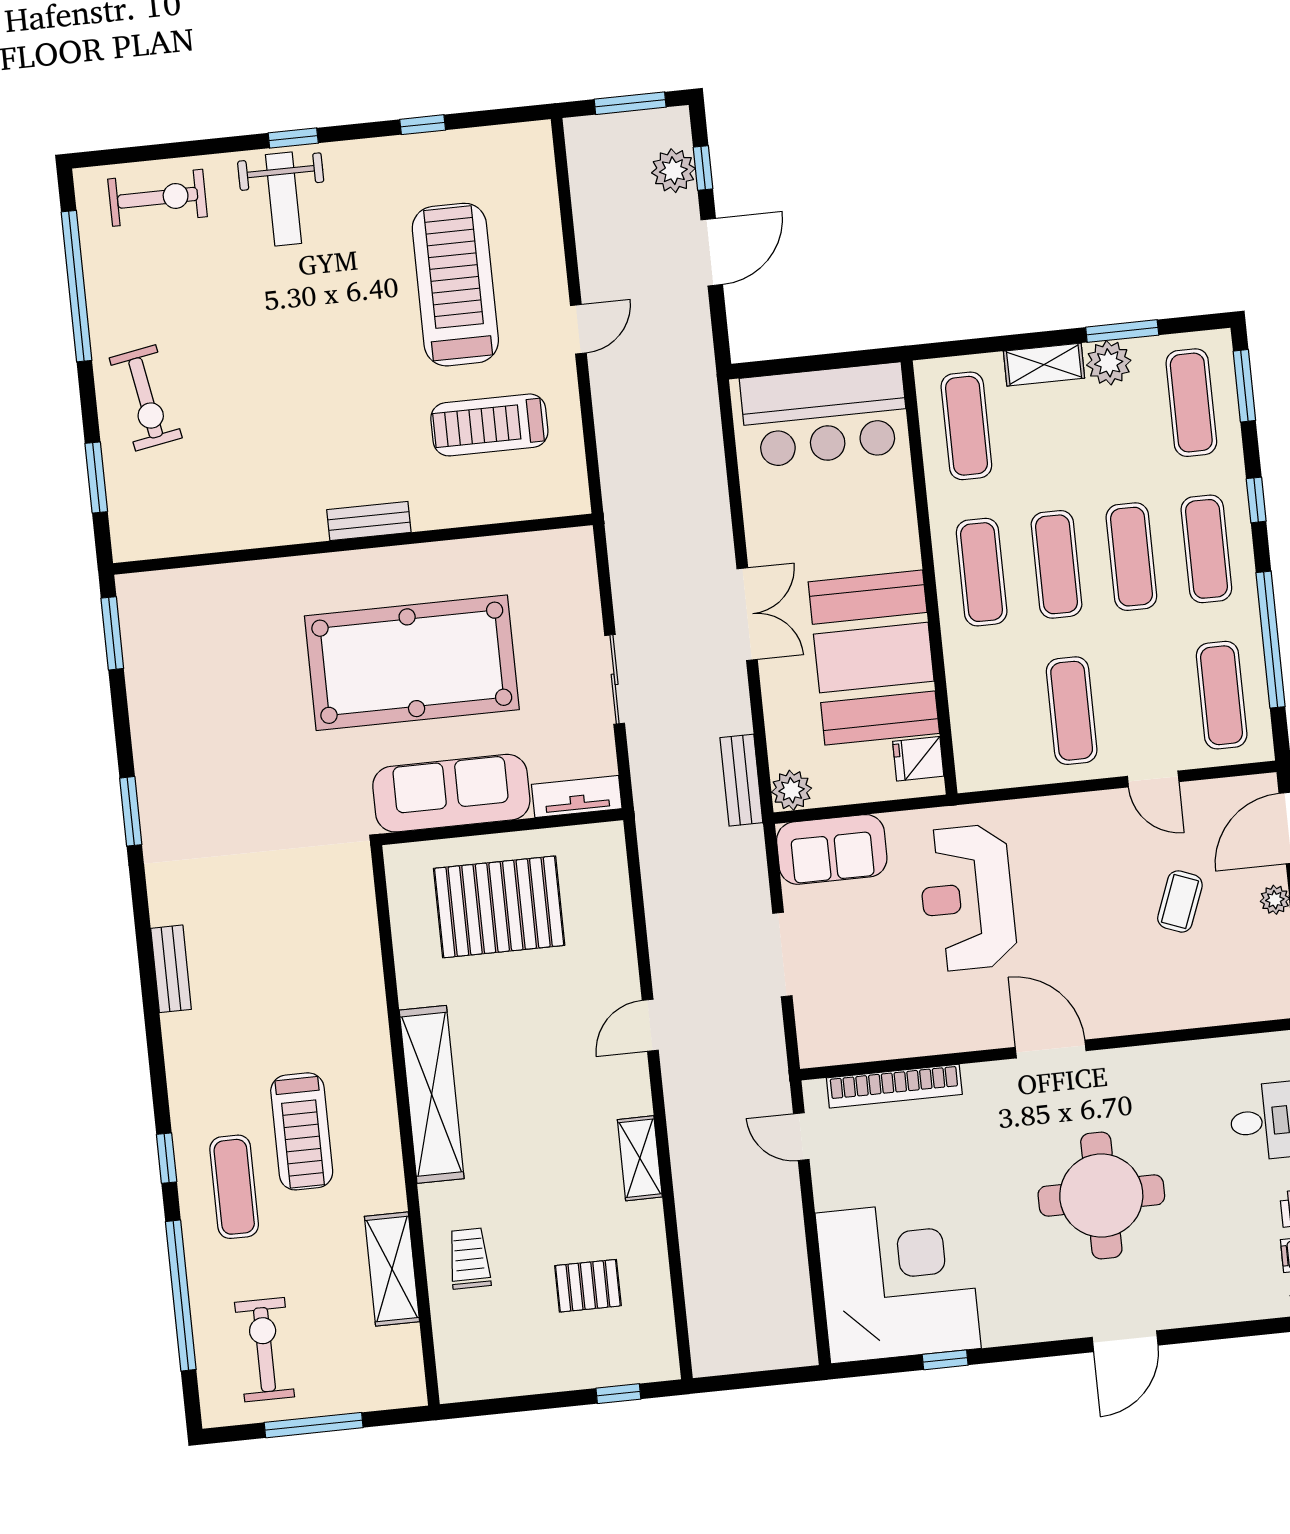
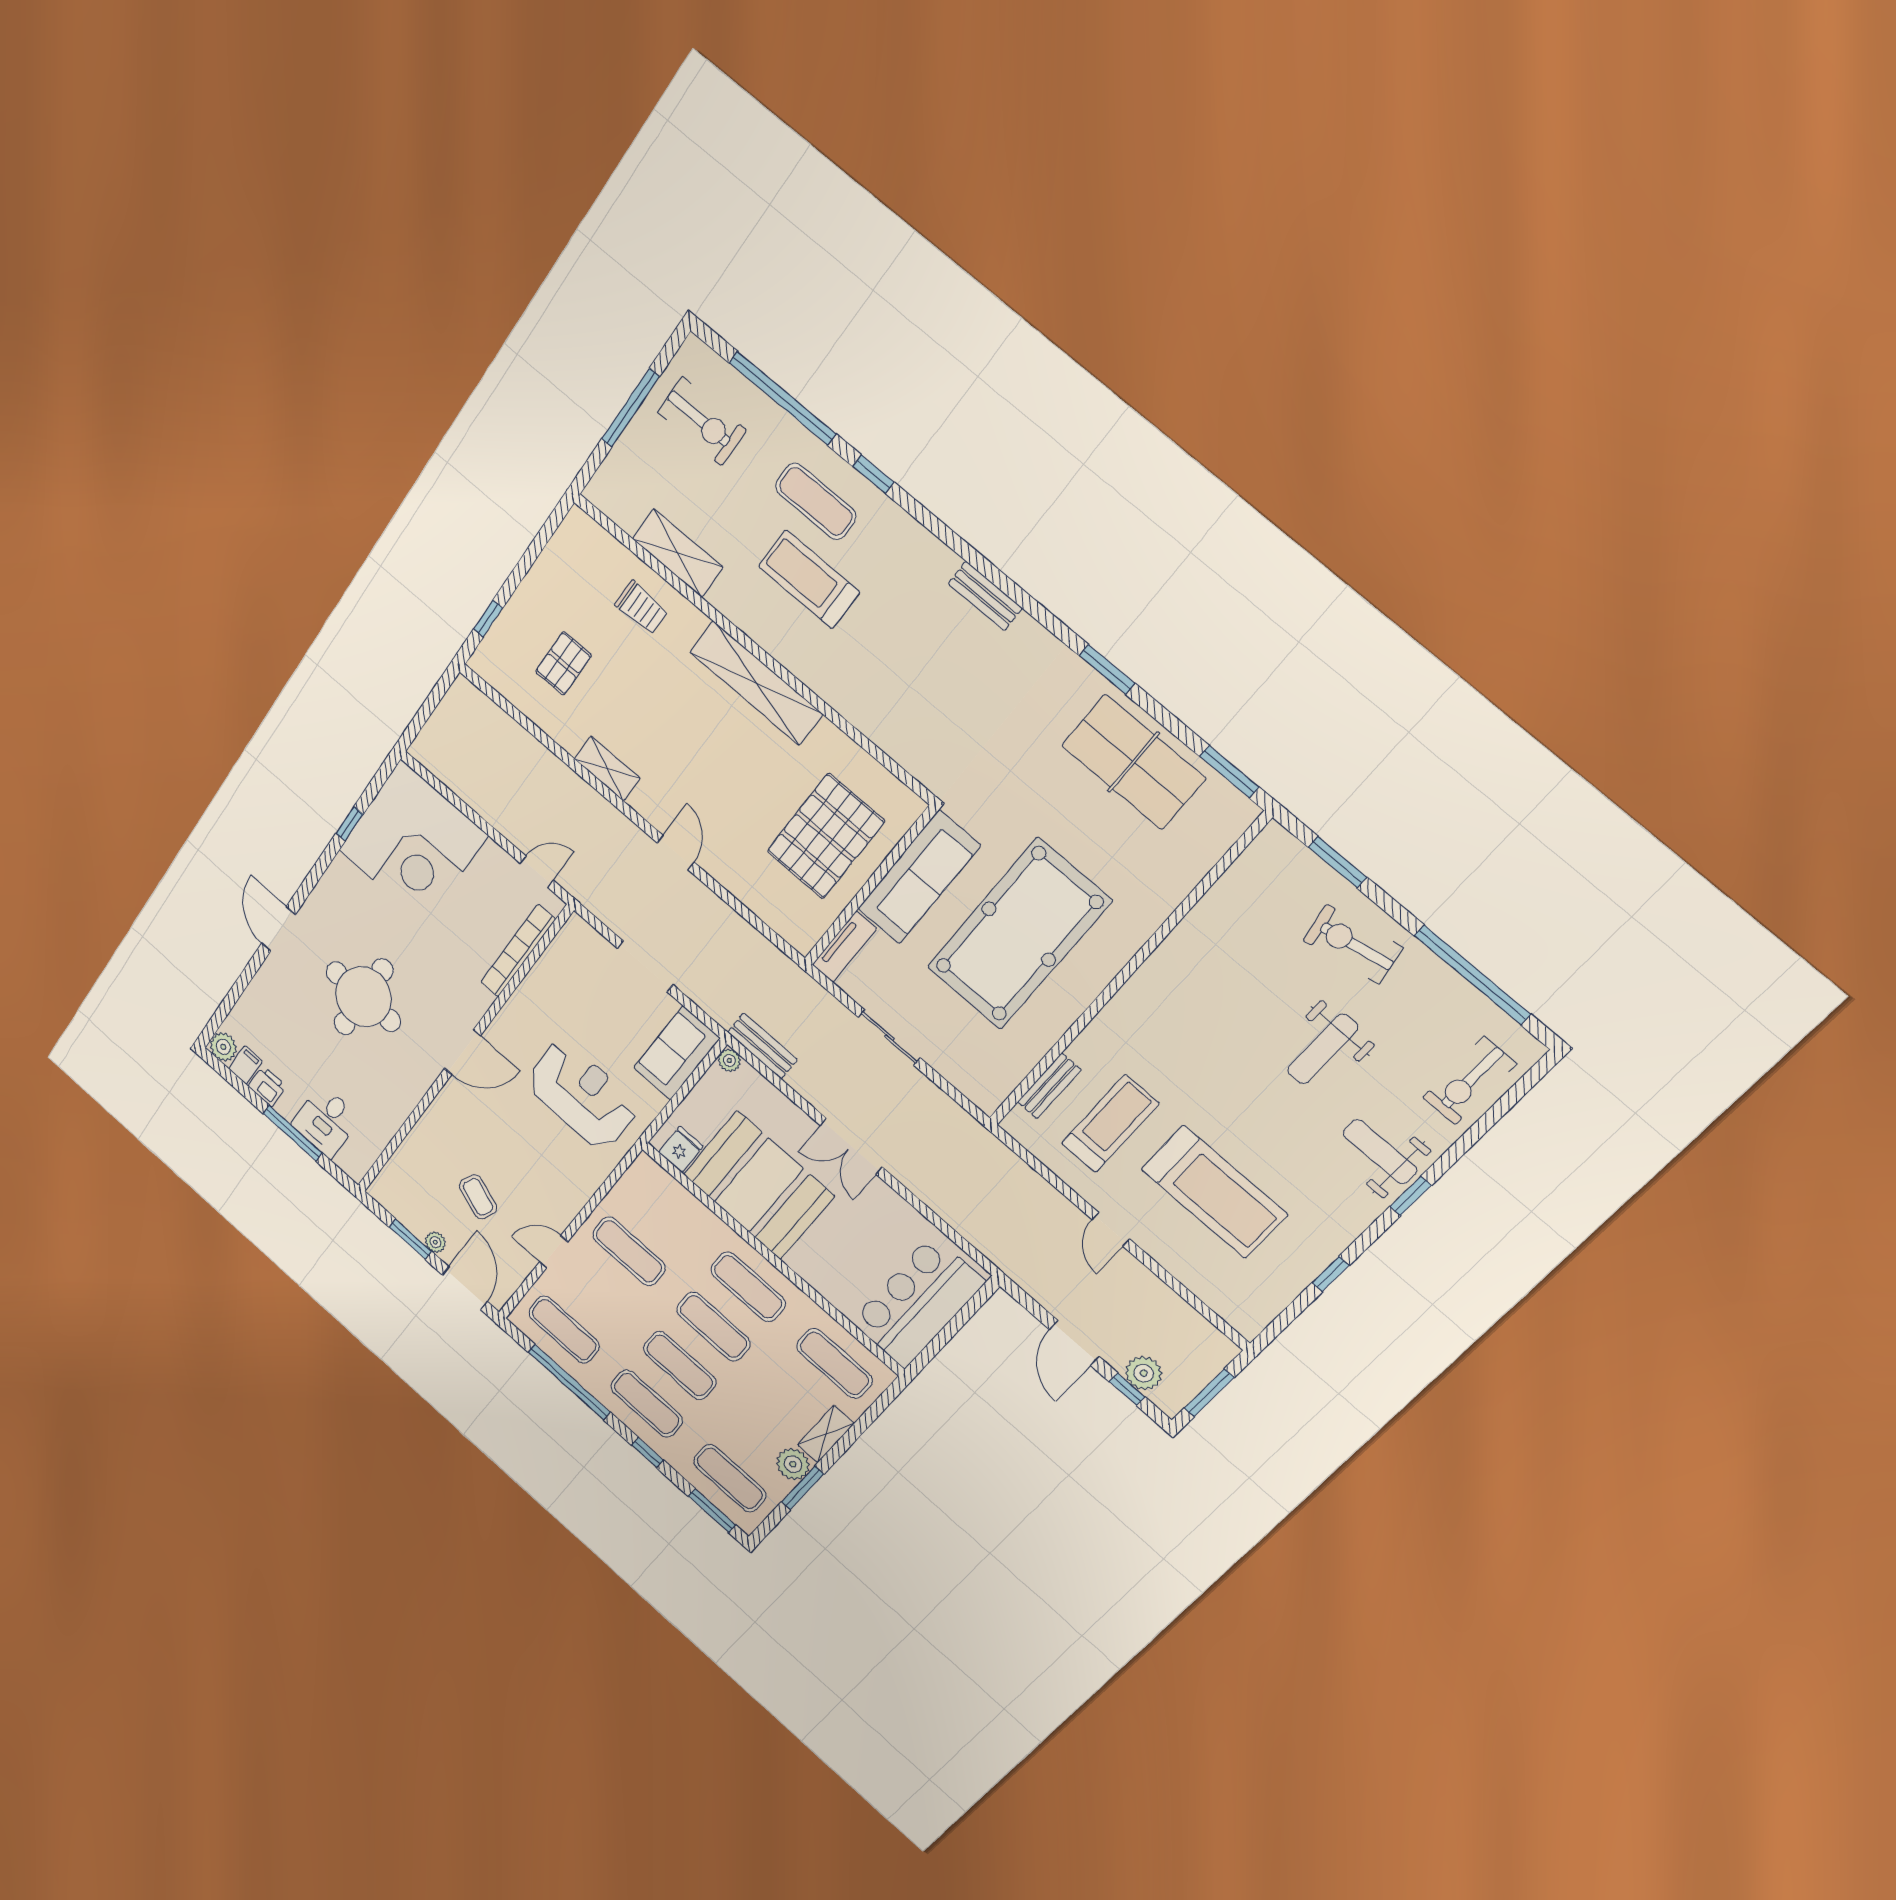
weight bench: (250, 330) -> (1323, 1049), added
bench: (369, 521) -> (1049, 1086), moved
table tennis table: (180, 715) -> (1133, 762), added
plant: (792, 790) -> (729, 1060), width x0.73, depth x0.73

